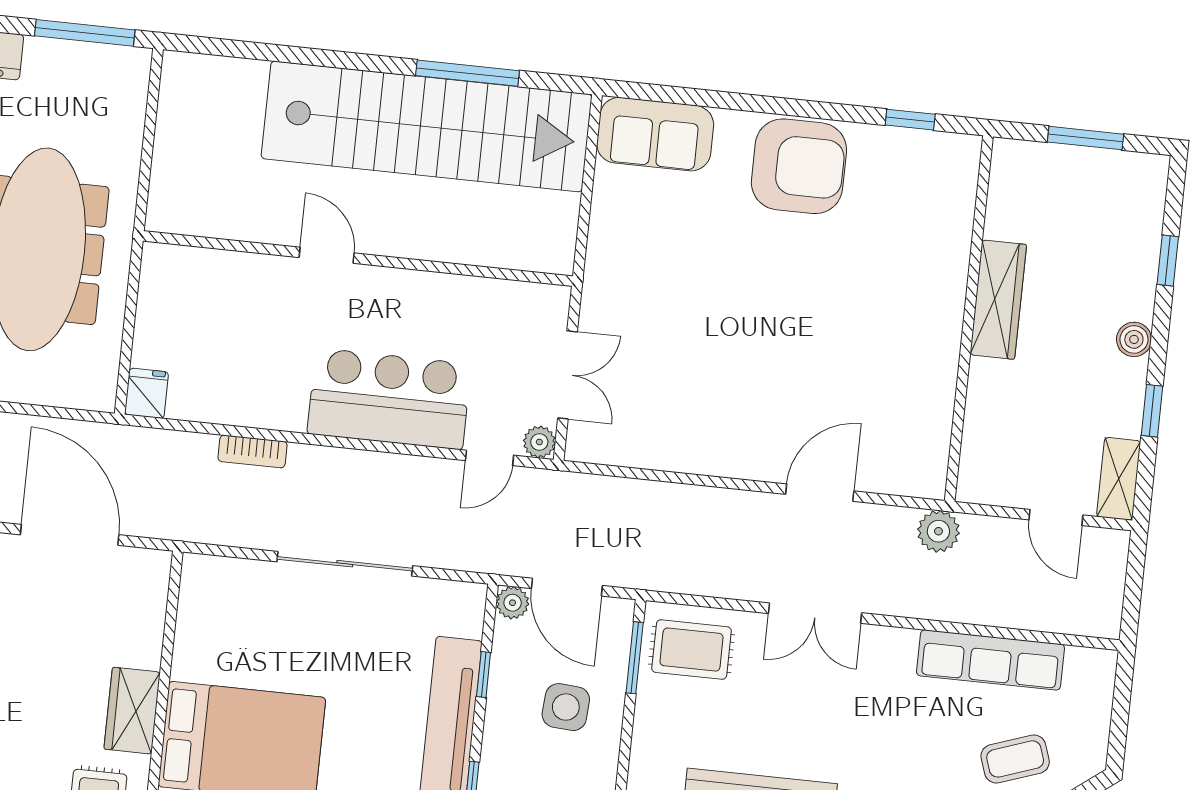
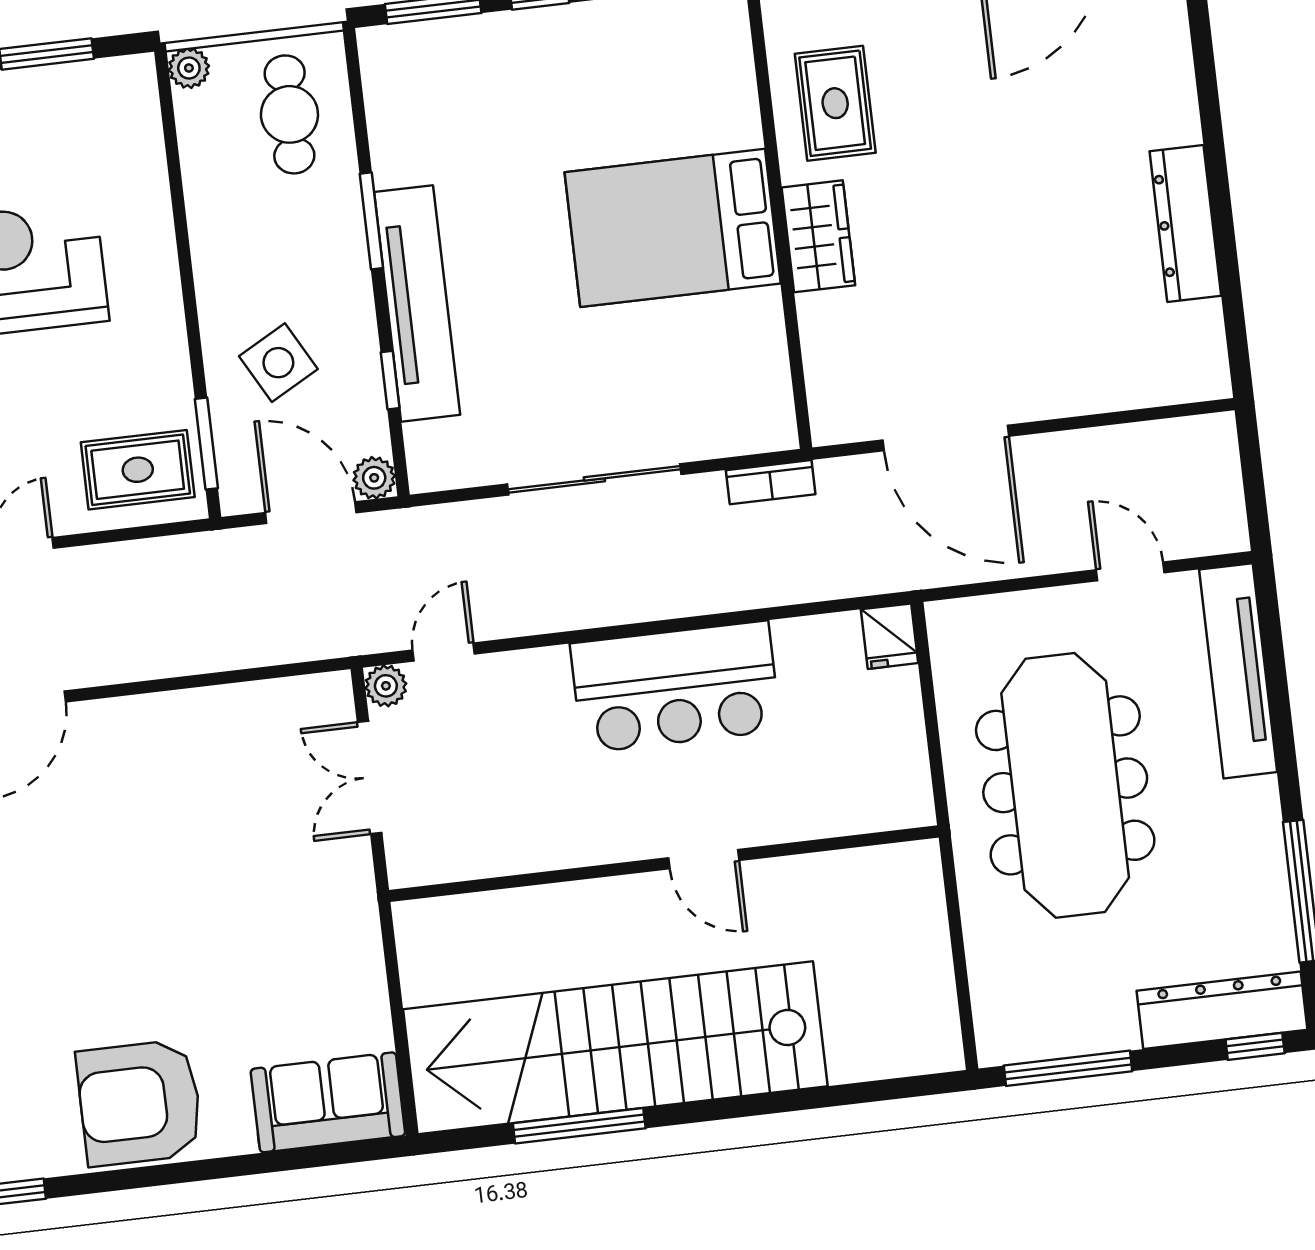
bar counter: (389, 399) -> (675, 687), moved
bookcase: (253, 451) -> (771, 482), moved, turned 180
side table: (566, 707) -> (278, 363), turned -33

